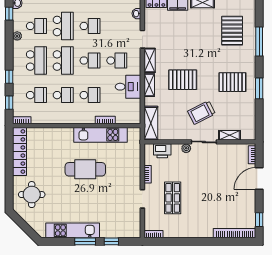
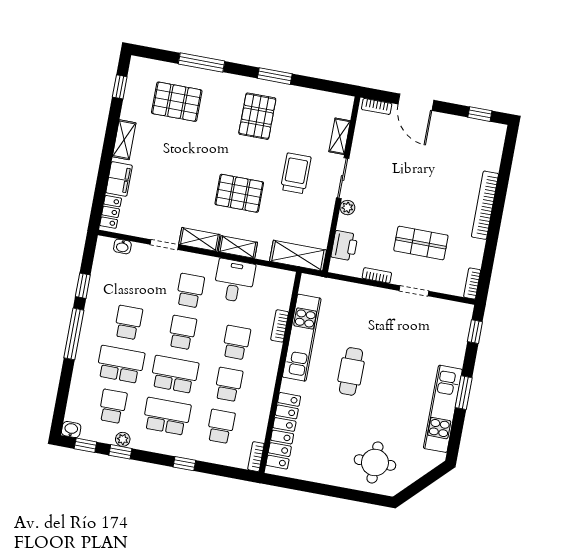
pallet: (183, 80) -> (239, 193), turned 90
window: (9, 103) -> (120, 452), moved
trolley: (201, 113) -> (296, 173), turned -153
locker: (19, 151) -> (283, 431), moved, turned 90
cafe table: (85, 169) -> (351, 371), width x0.73, depth x0.74
bookcase: (235, 233) -> (485, 205), moved
window: (111, 241) -> (475, 332), moved

